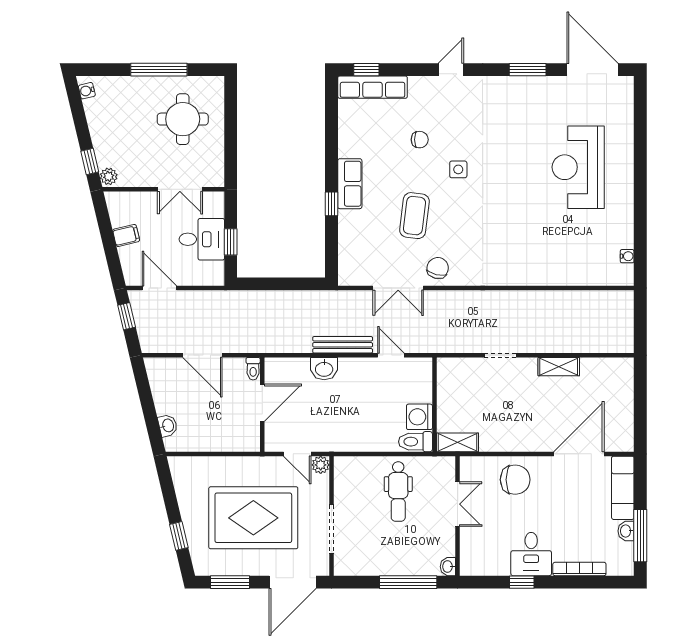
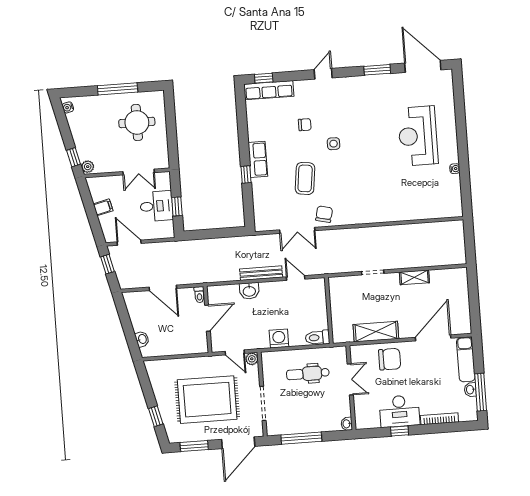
water cooler: (627, 256) -> (455, 169), moved
washing machine: (419, 417) -> (279, 339), moved, turned 90
shelving: (457, 442) -> (376, 332), moved, width x1.50, depth x1.33
dental chair: (398, 492) -> (308, 374), turned 90
desk: (531, 554) -> (399, 411), width x1.37
window: (408, 582) -> (301, 438), moved

